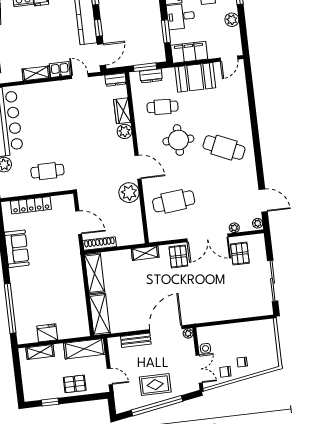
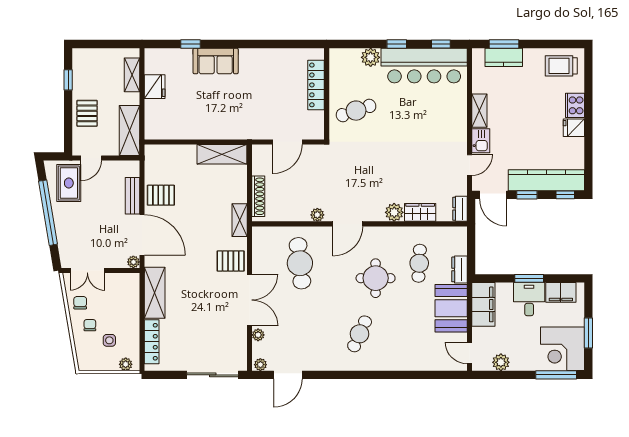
plant: (232, 20) -> (501, 362), moved
window: (166, 31) -> (529, 278), moved
window: (145, 67) -> (471, 247), removed
dresser: (151, 76) -> (460, 269), moved
cafe table: (224, 148) -> (360, 334), width x0.73, depth x0.74
cafe table: (47, 171) -> (356, 111), turned 71
plant: (129, 193) -> (317, 215), width x0.53, depth x0.53
double door: (207, 238) -> (250, 300), swing flipped
shoe rack: (100, 244) -> (258, 196), moved
sofa: (17, 249) -> (216, 61), moved
pallet: (240, 254) -> (161, 195), moved
sliding door: (273, 281) -> (213, 375), moved
window: (10, 308) -> (190, 44), width x0.32
locker: (250, 312) -> (152, 342), added
shelving: (100, 314) -> (155, 293), moved, turned 90
plant: (270, 330) -> (126, 364), added
side table: (205, 348) -> (109, 340), moved
rug: (155, 385) -> (69, 183), moved

